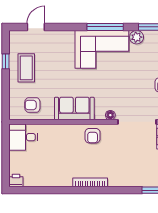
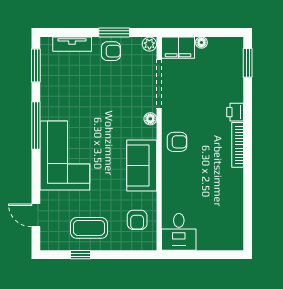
plant: (137, 37) -> (49, 85), removed
corner sofa: (102, 49) -> (65, 156), moved
printer: (16, 180) -> (235, 112), moved

